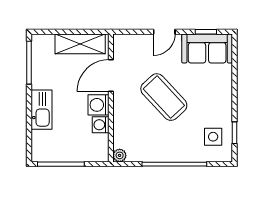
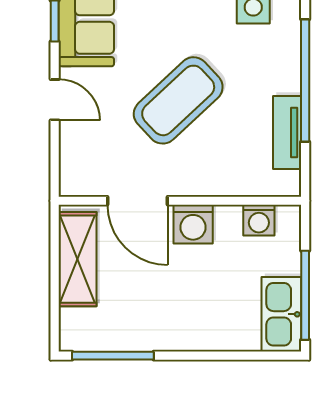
kitchen sink: (42, 110) -> (281, 314), moved, turned -90
washing machine: (101, 125) -> (259, 220), moved
plant: (120, 155) -> (289, 184), removed
tv unit: (147, 155) -> (287, 132), added

